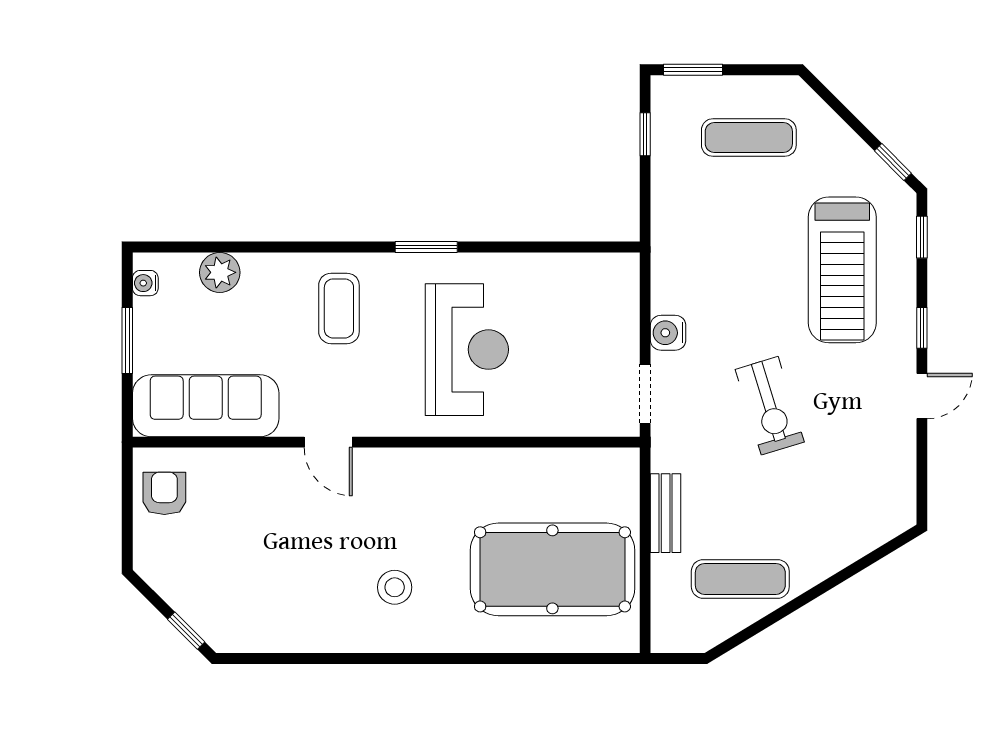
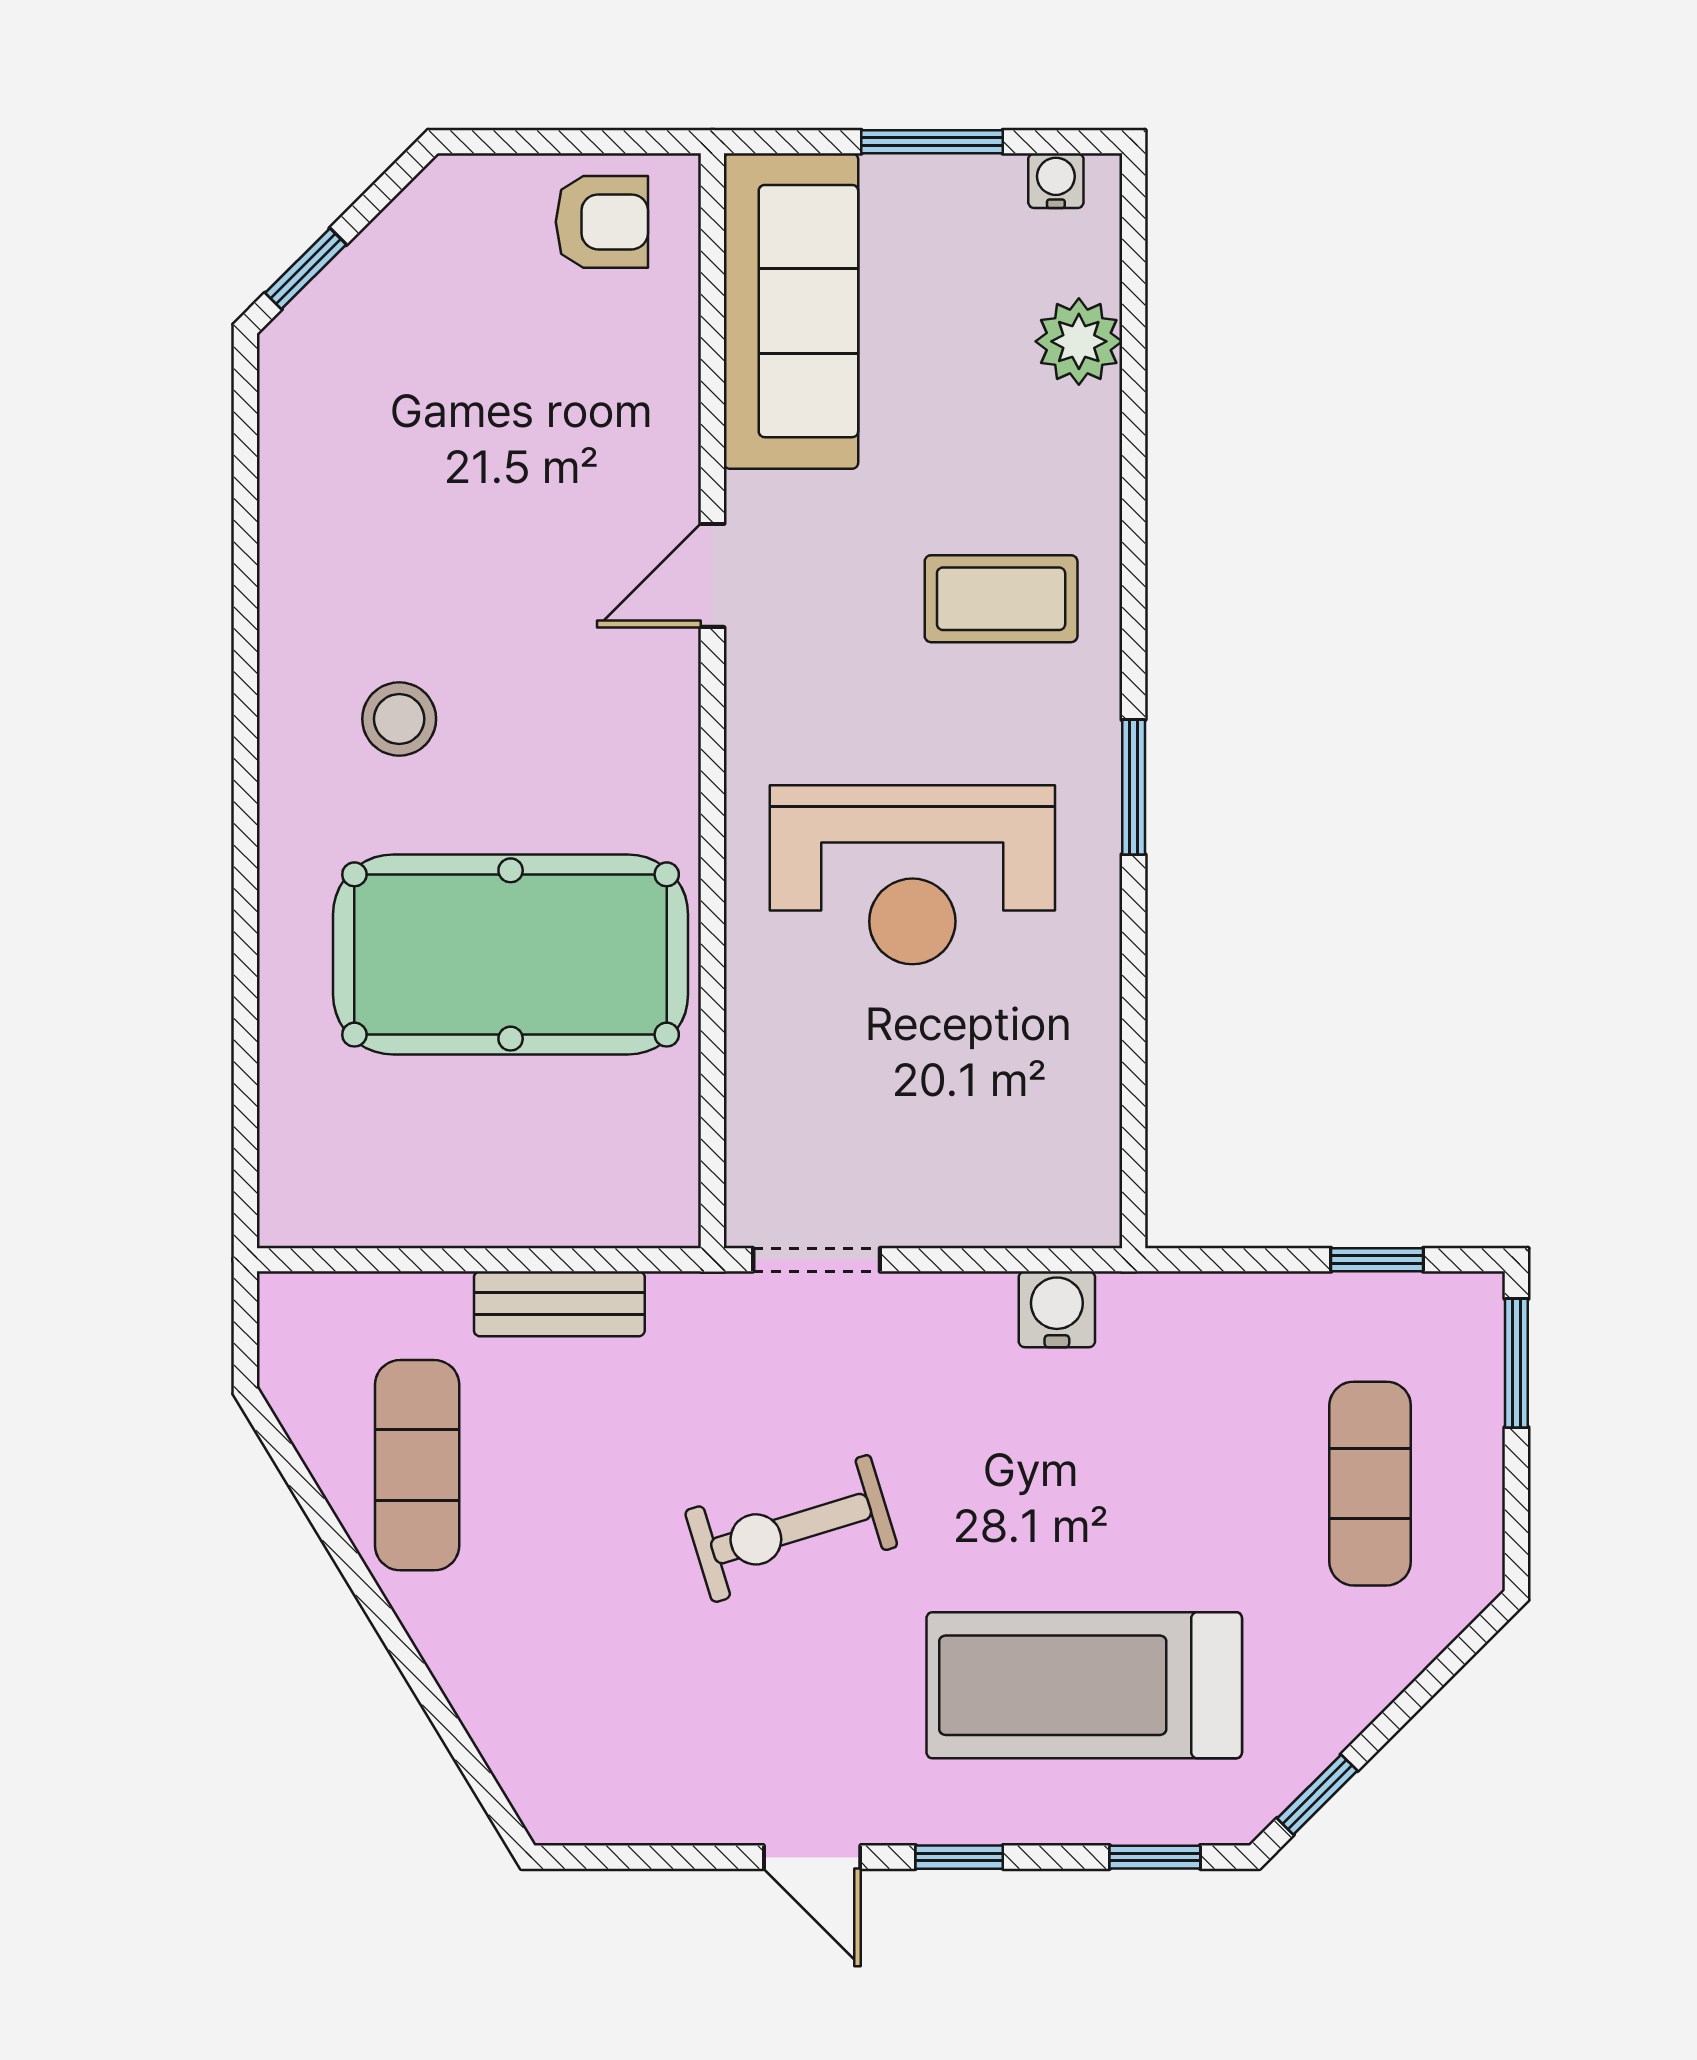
water cooler: (668, 333) -> (1057, 1309), moved
pool table: (552, 569) -> (511, 954), moved, turned 90

